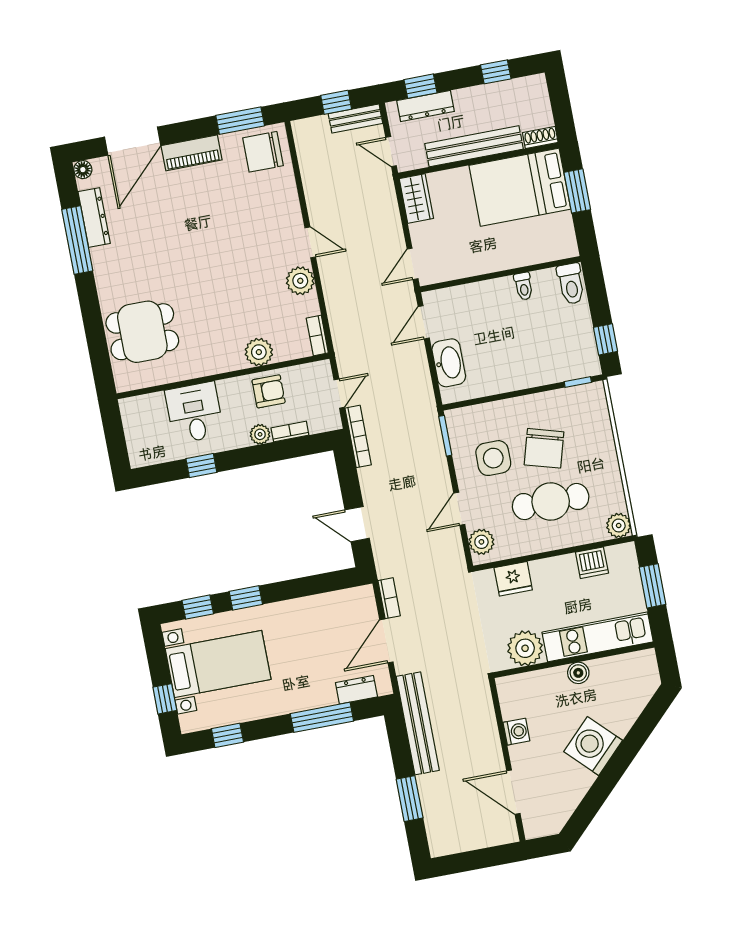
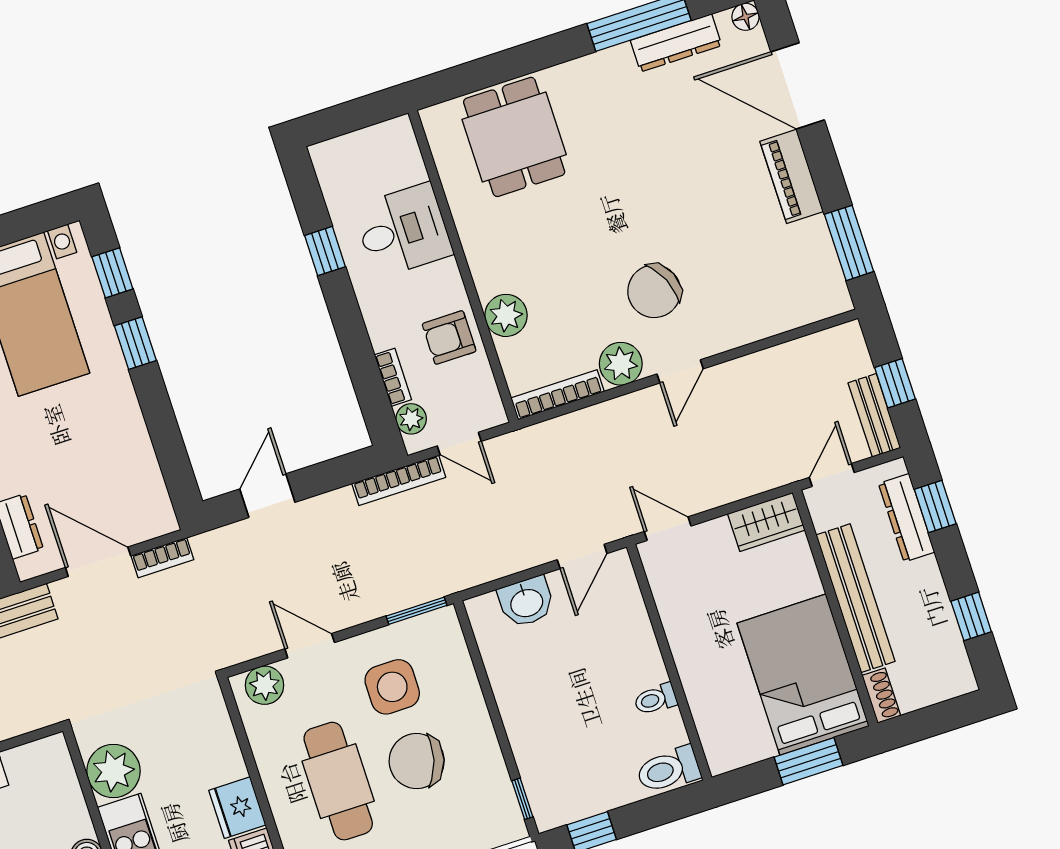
chair: (263, 152) -> (654, 291), moved, turned -114
door: (424, 322) -> (582, 557), swing flipped
bookcase: (317, 336) -> (558, 395), width x1.56
washbasin: (449, 363) -> (526, 602), width x0.72
armchair: (269, 391) -> (449, 338), turned 90
plant: (260, 434) -> (411, 419), moved
fridge: (513, 579) -> (237, 808), moved

